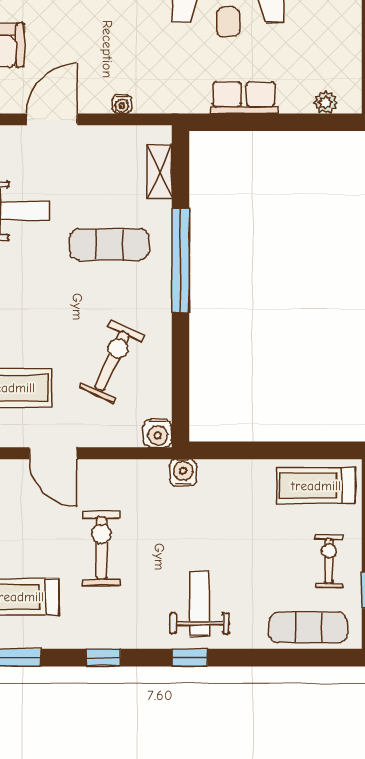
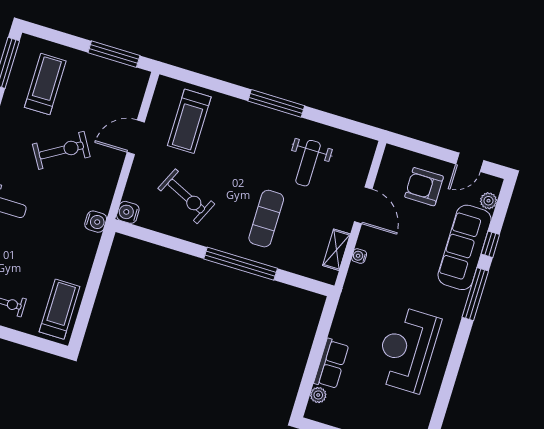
row of seats: (244, 98) -> (331, 364), moved
shelving: (160, 172) -> (336, 250), moved, turned 90
exercise bike: (101, 548) -> (61, 150), turned -31

